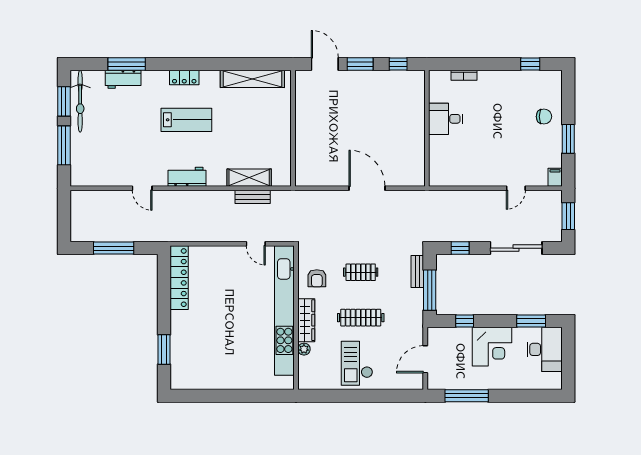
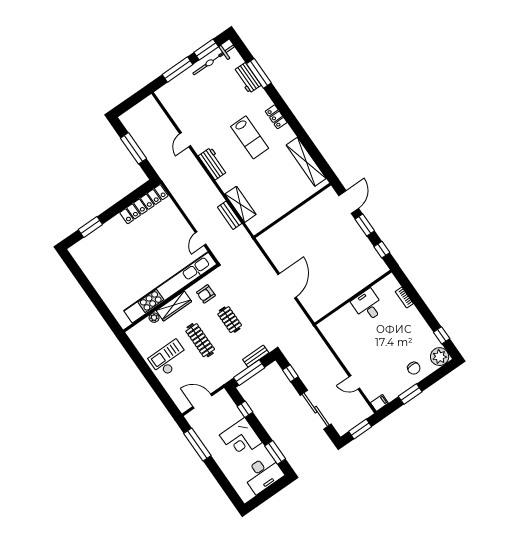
plant: (551, 82) -> (440, 357), added

